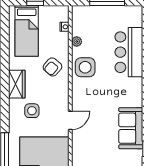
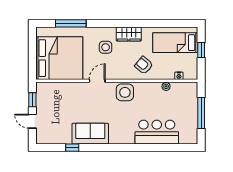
side table: (85, 67) -> (125, 92), moved
door: (70, 120) -> (97, 81), swing flipped

